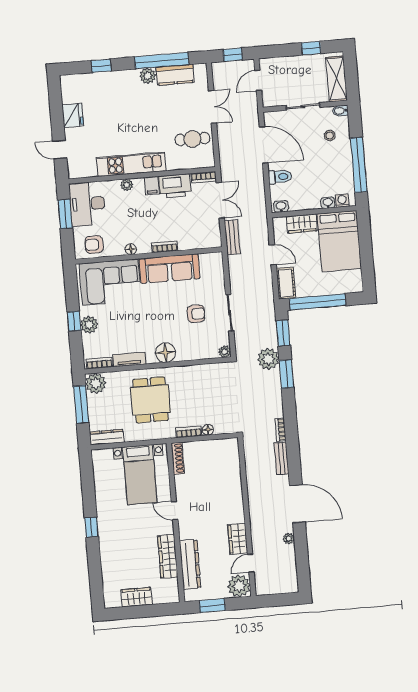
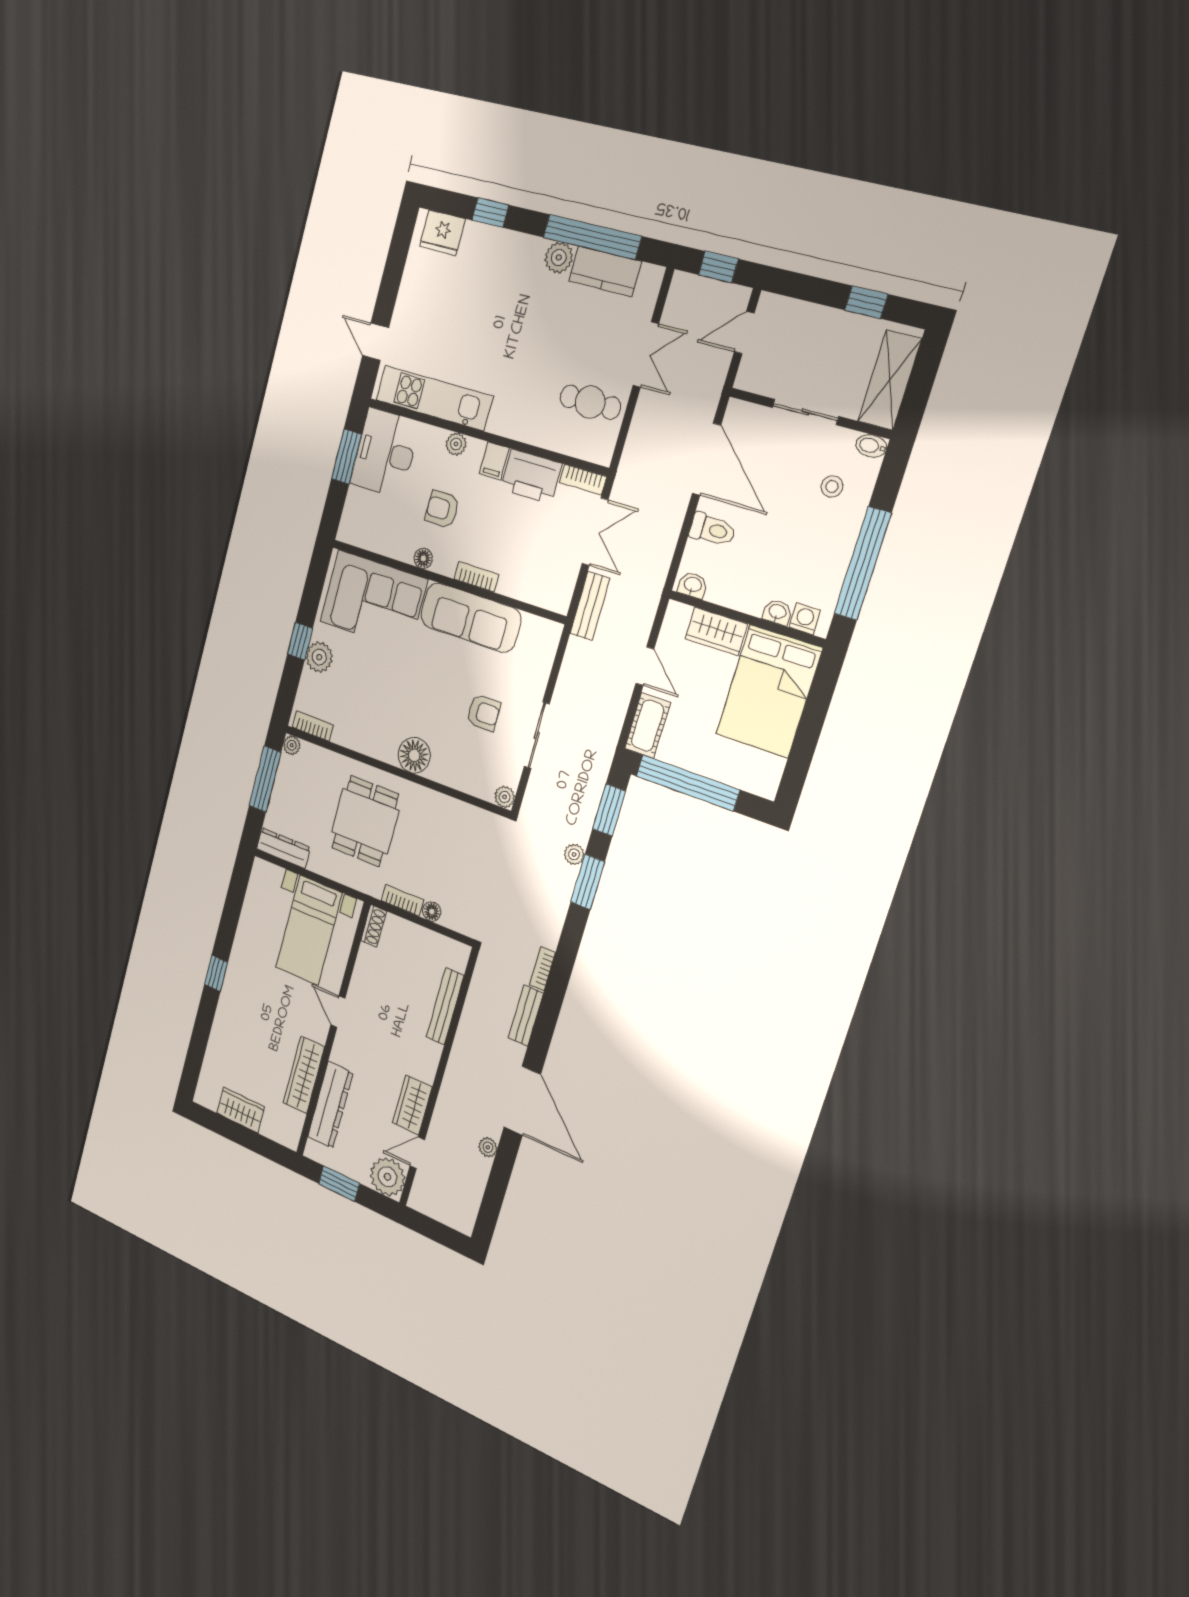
fridge: (73, 115) -> (442, 233), moved, turned 90
kitchen unit: (131, 164) -> (434, 398), moved
armchair: (94, 245) -> (442, 509), moved
tv unit: (129, 359) -> (357, 741), removed
plant: (268, 359) -> (574, 854), width x0.53, depth x0.53
plant: (96, 383) -> (292, 745), width x0.53, depth x0.53
shoe rack: (178, 458) -> (374, 926), width x0.70
bench: (235, 476) -> (445, 1006), added

